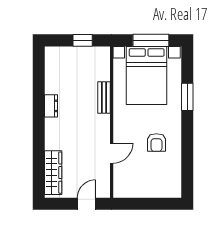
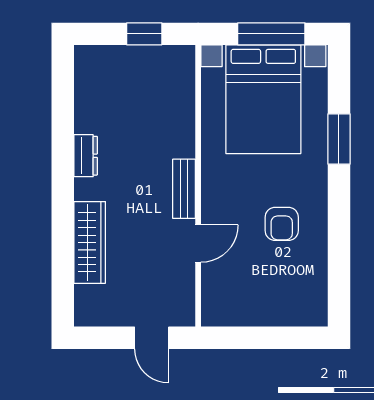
bench: (104, 97) -> (184, 189), moved
wardrobe: (53, 173) -> (90, 242), moved
door: (87, 204) -> (152, 338), swing flipped

